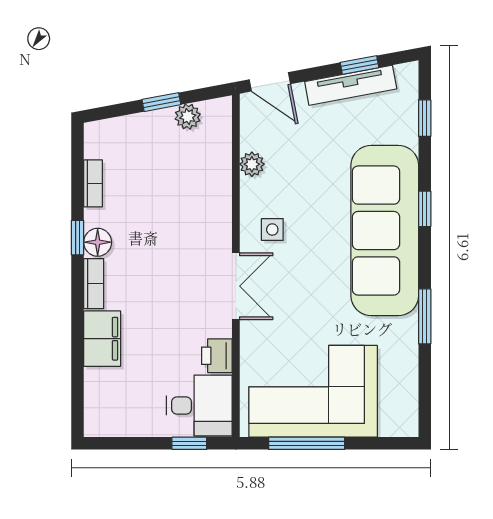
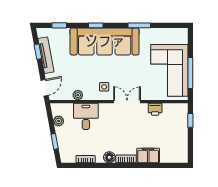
window: (161, 102) -> (55, 141), moved
window: (78, 238) -> (107, 165), removed
desk: (199, 405) -> (86, 116), moved

